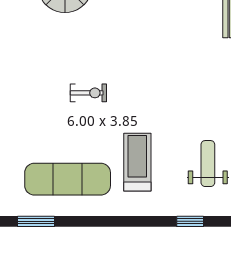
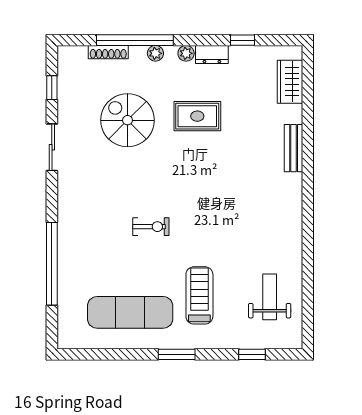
window: (36, 221) -> (177, 354), moved

